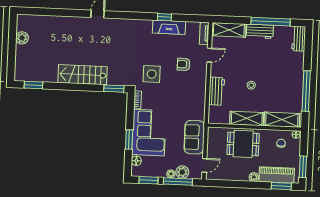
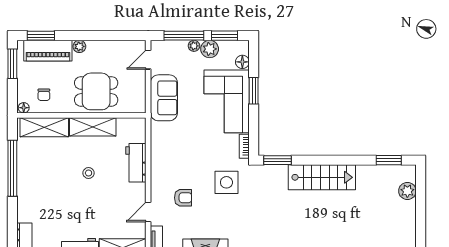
plant: (22, 38) -> (407, 191), moved
plant: (182, 172) -> (210, 49), moved

